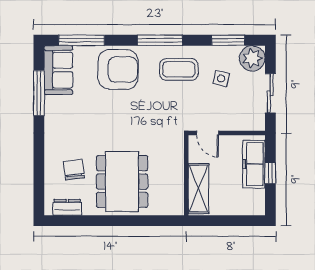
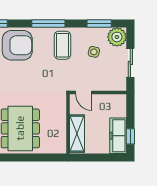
coffee table: (179, 69) -> (62, 45), turned 90
freezer: (254, 164) -> (118, 136), moved
window: (270, 173) -> (130, 136), moved

